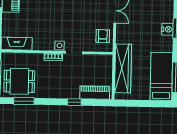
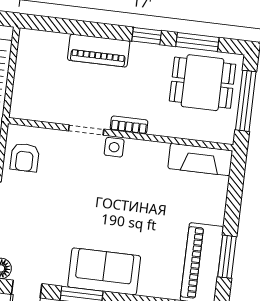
piano: (95, 92) -> (99, 51), moved
window: (74, 102) -> (147, 36), moved

